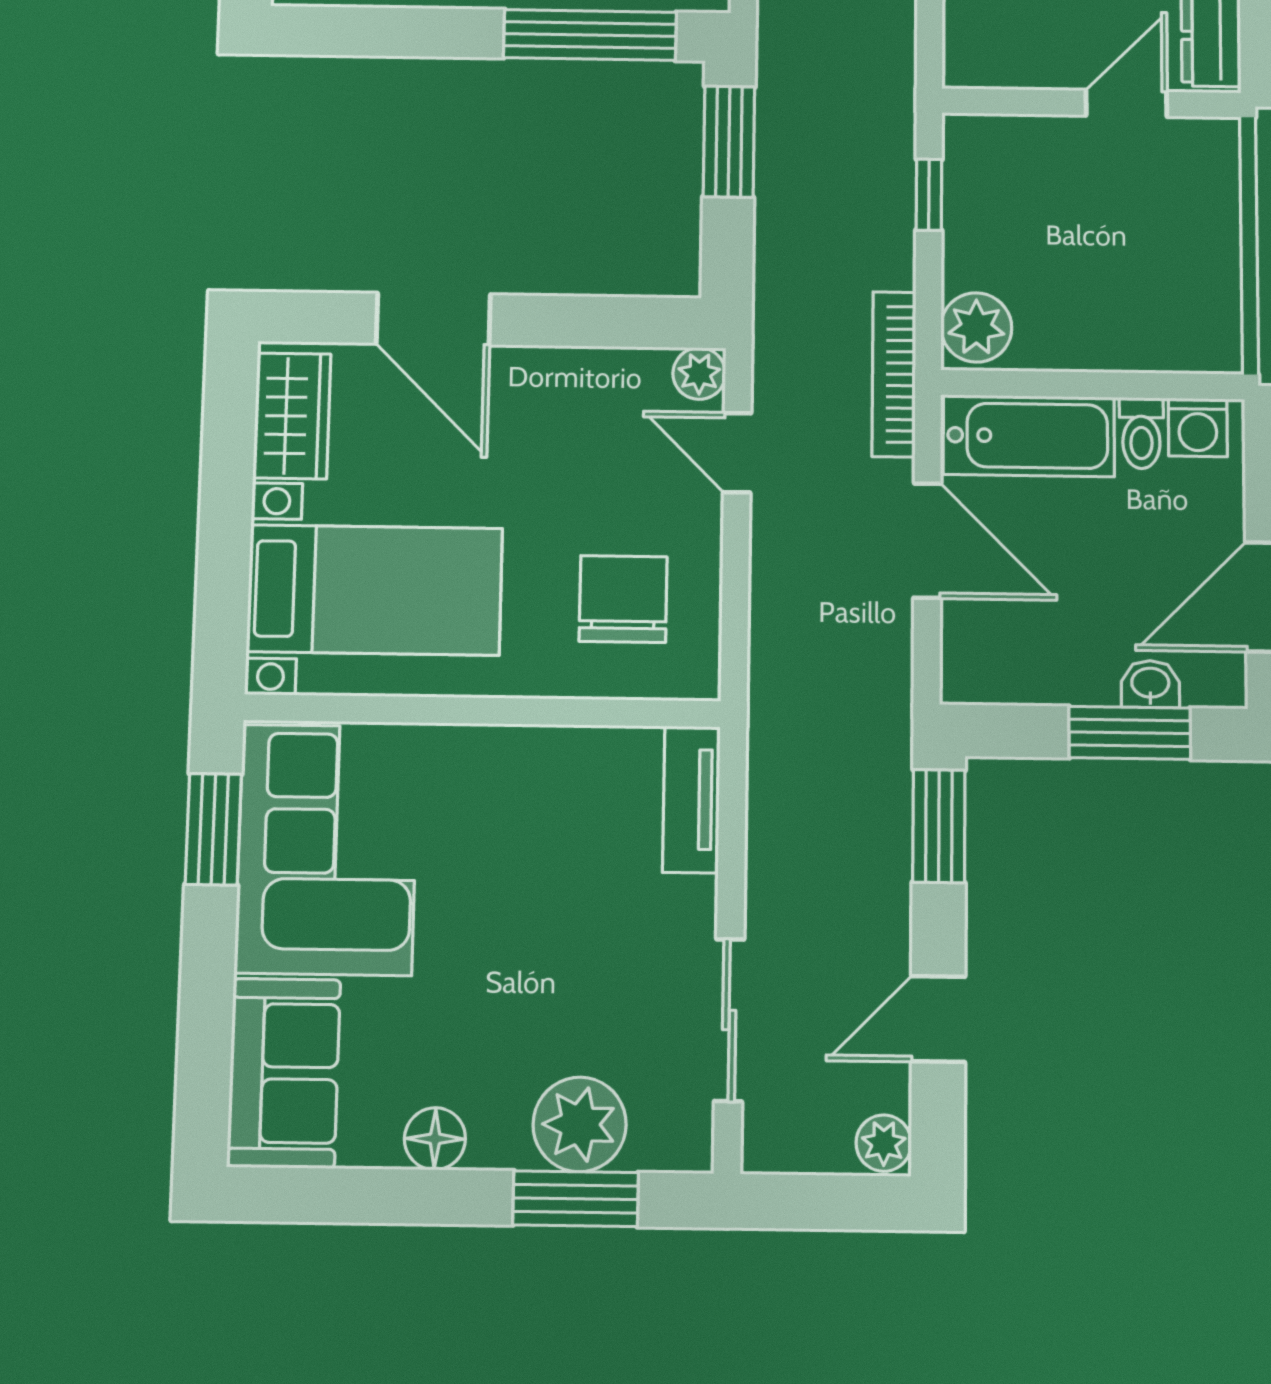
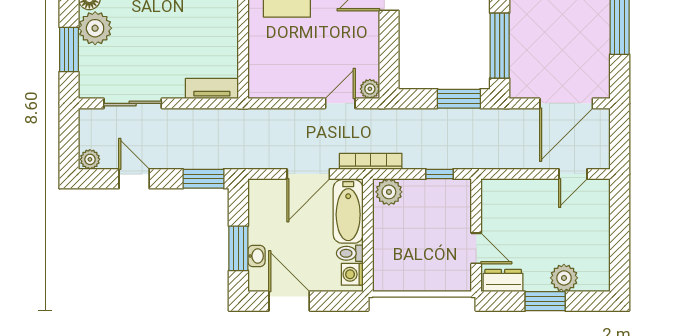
chair: (623, 599) -> (285, 62), removed
plant: (580, 1124) -> (95, 28), moved

